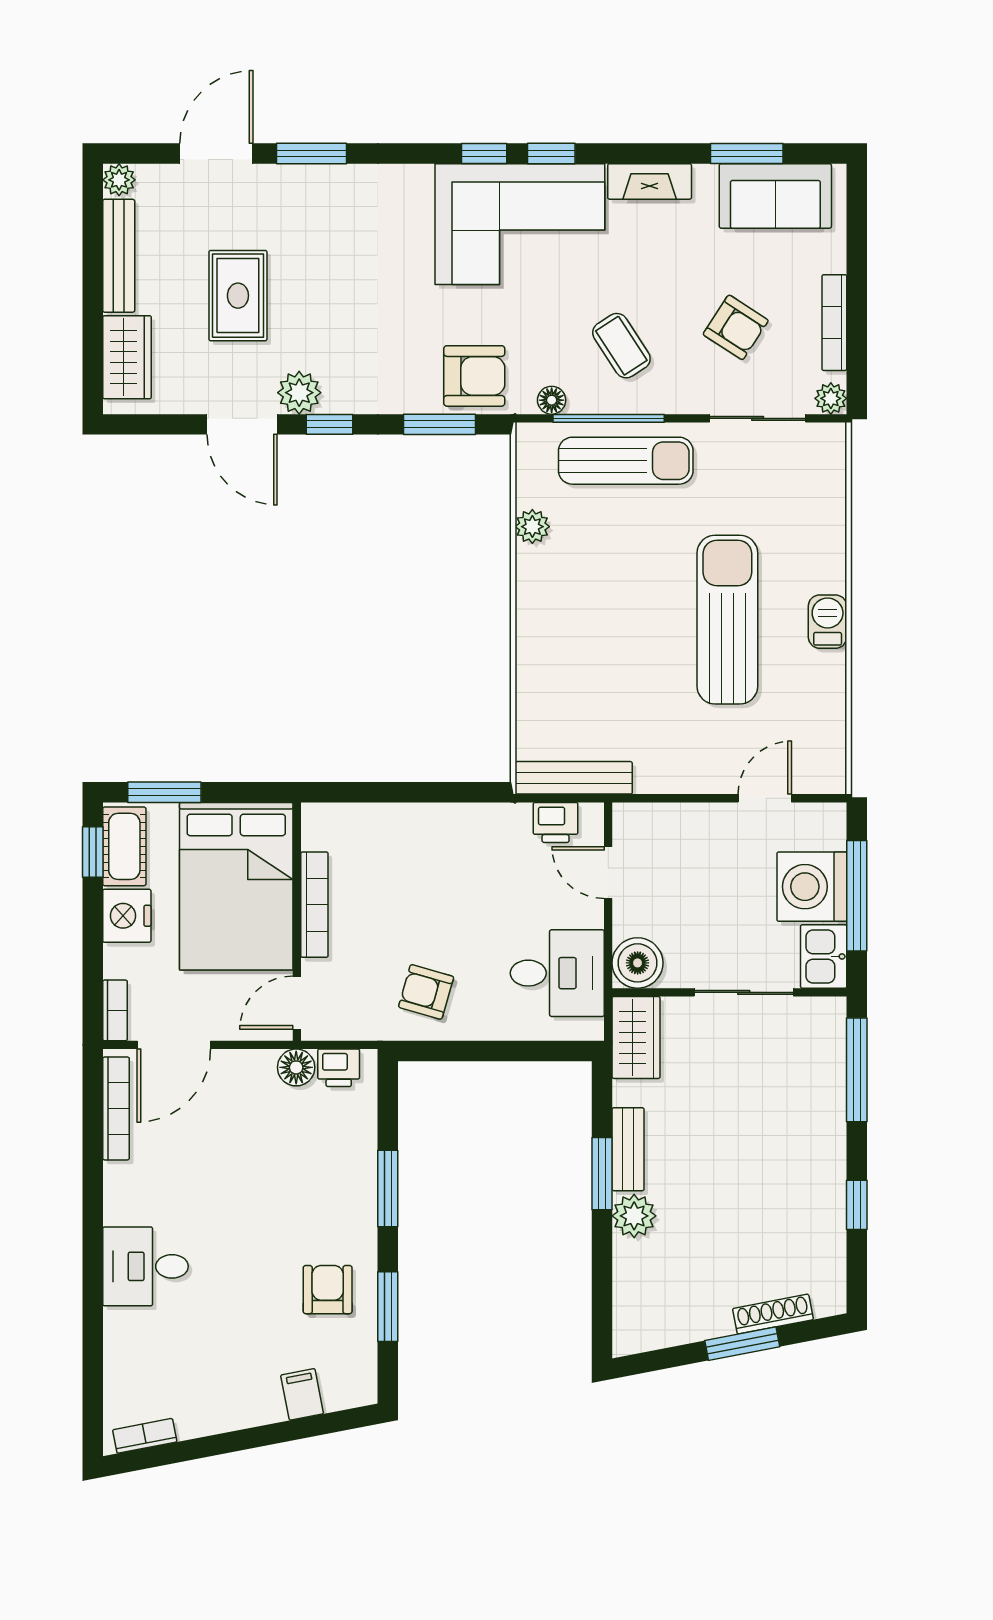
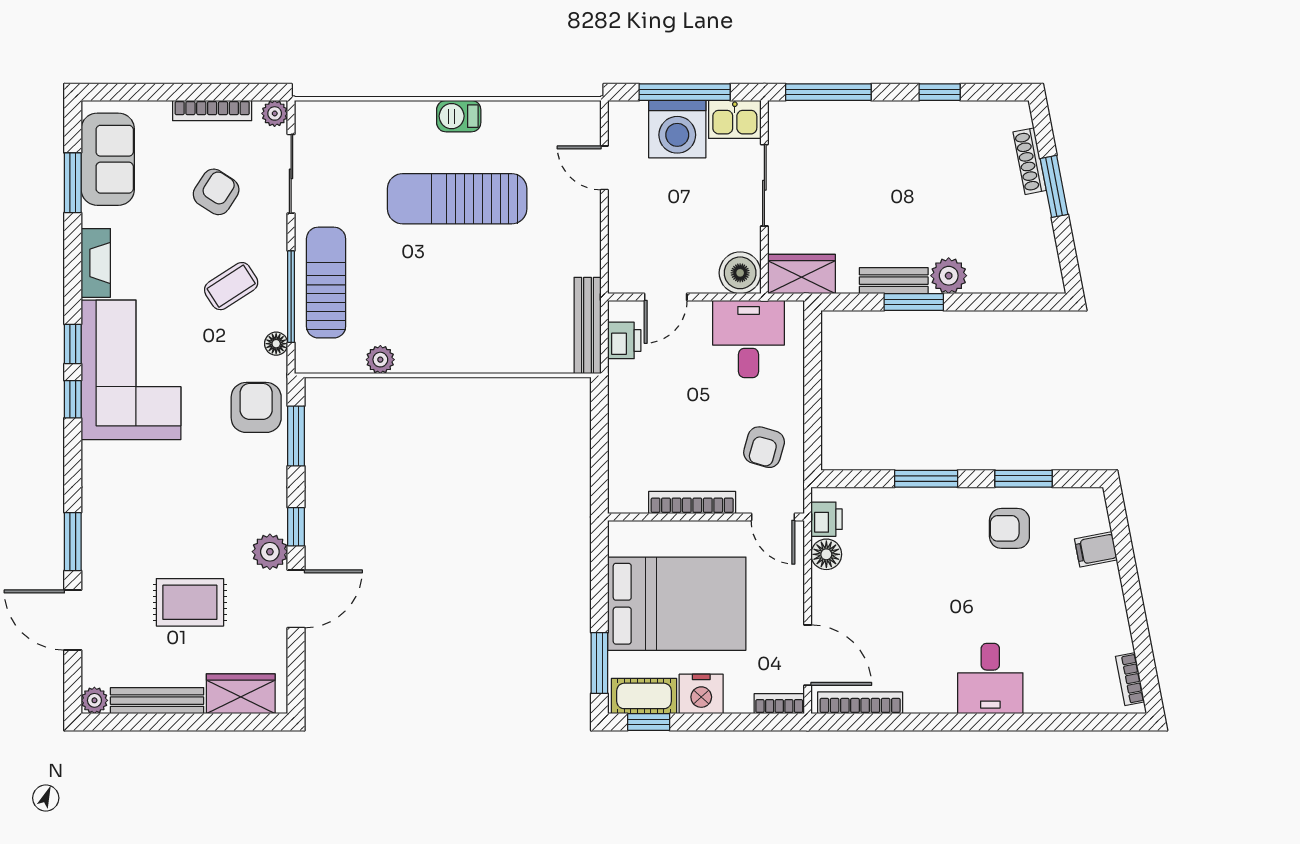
bookcase: (314, 905) -> (692, 503), moved
wall: (297, 922) -> (706, 517), moved
door: (297, 1003) -> (773, 517), moved

